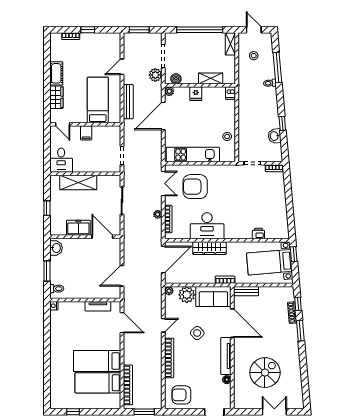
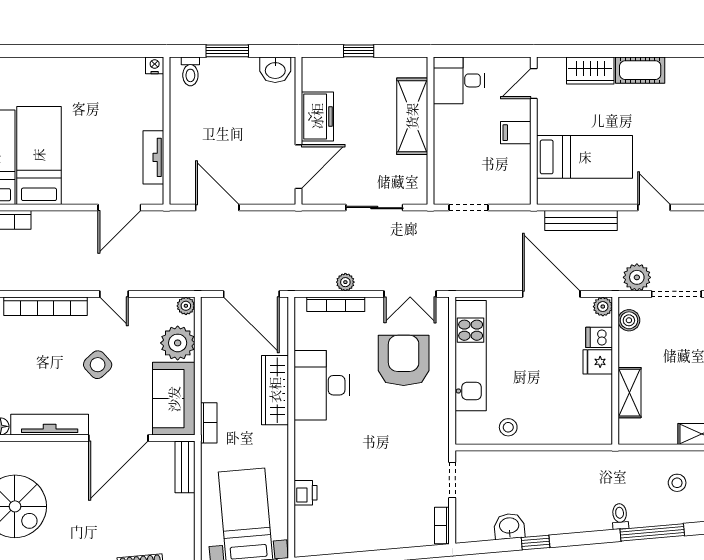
dishwasher: (231, 93) -> (599, 337), moved

